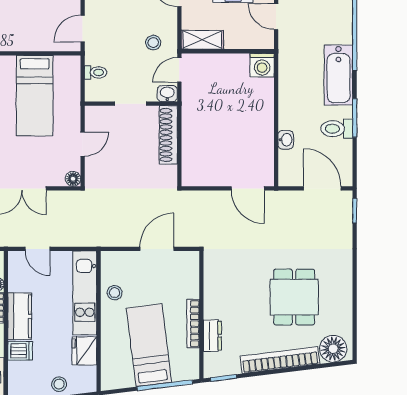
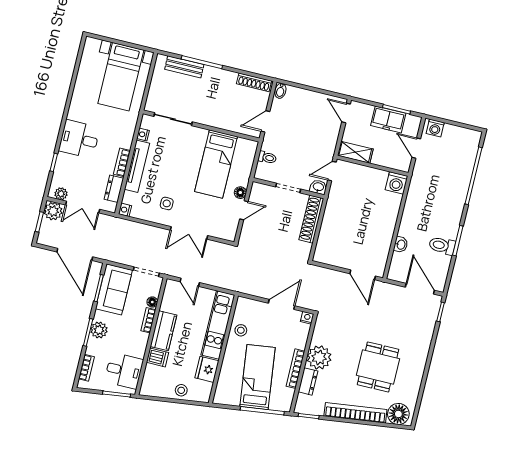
stool: (153, 43) -> (317, 145), removed
bathtub: (338, 75) -> (453, 205), removed
floor lamp: (73, 179) -> (240, 193), moved
nightstand: (192, 258) -> (307, 318), added
plant: (219, 303) -> (319, 357), added

